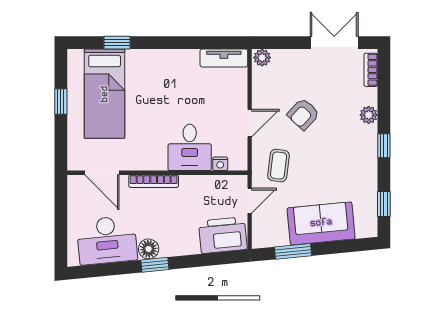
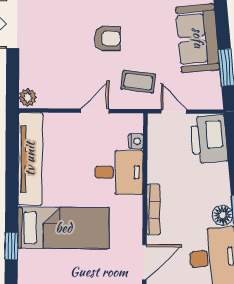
tv unit: (224, 58) -> (30, 159), width x1.92, depth x1.29
bed: (105, 94) -> (64, 228), moved
armchair: (303, 114) -> (107, 38), moved, turned -43
door: (250, 123) -> (95, 111), hinge flipped

